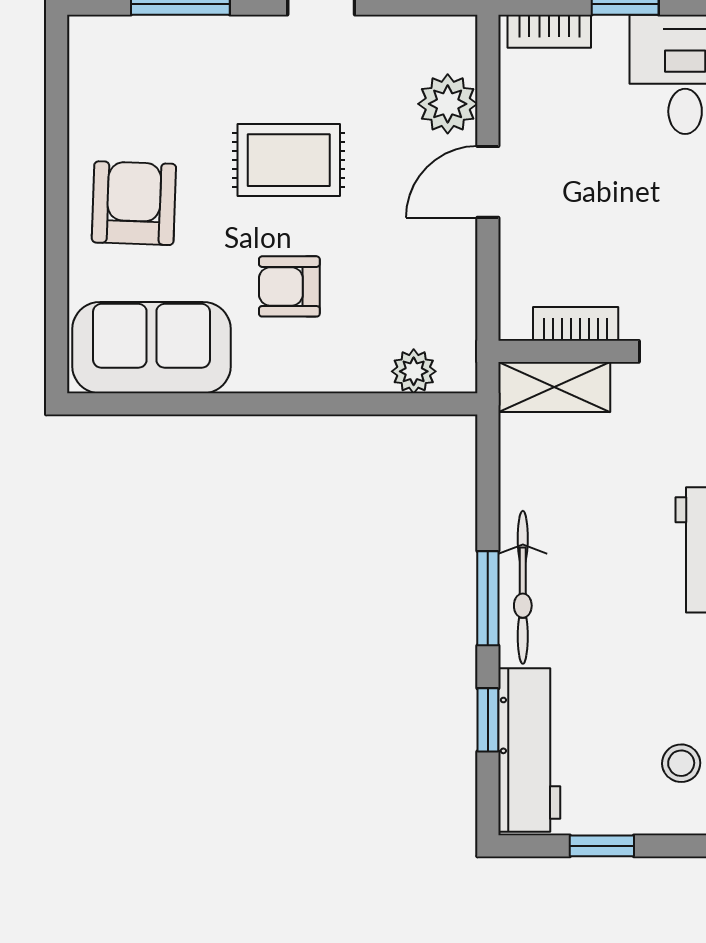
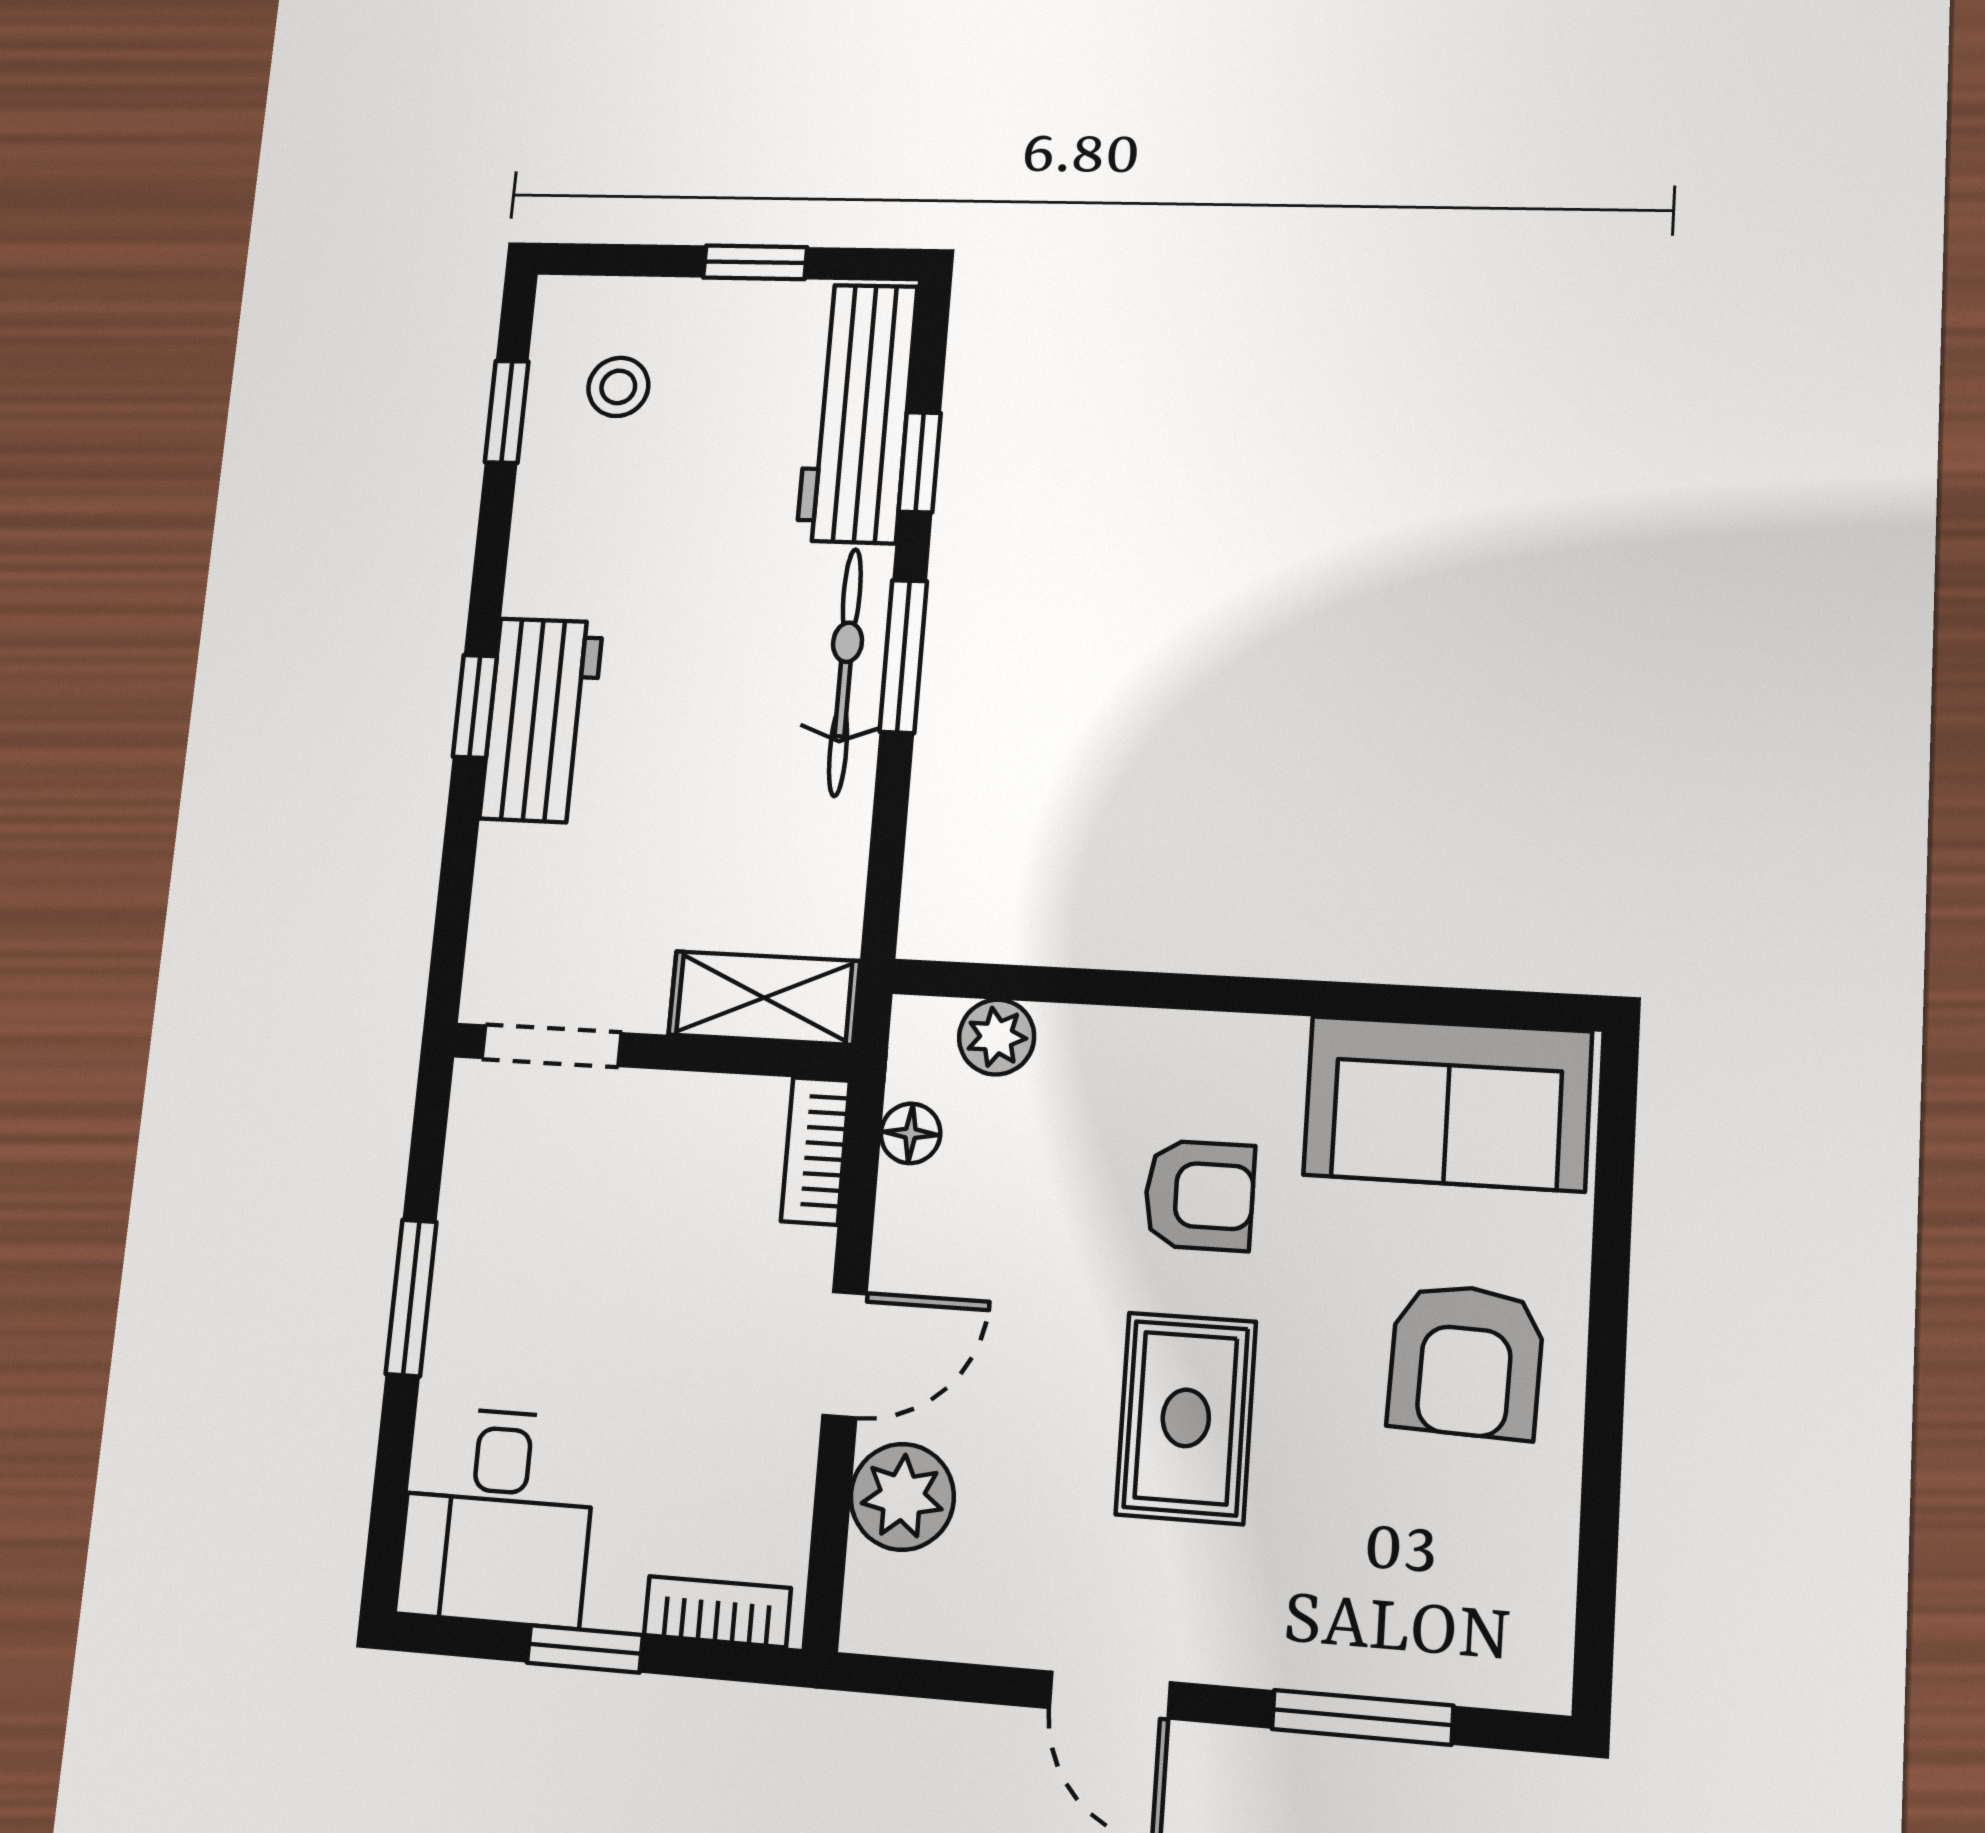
rug: (289, 160) -> (1186, 1418), turned 90
floor lamp: (460, 312) -> (911, 1133), added
bookcase: (576, 324) -> (815, 1151), moved, turned 90

